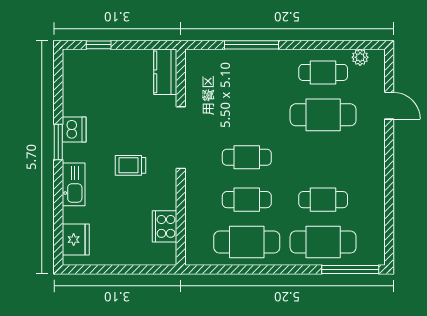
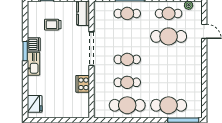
trolley: (131, 165) -> (53, 25), moved
kitchen sink: (74, 184) -> (33, 64), moved
cafe table: (323, 200) -> (127, 13), moved
cooker: (165, 226) -> (83, 84), moved

